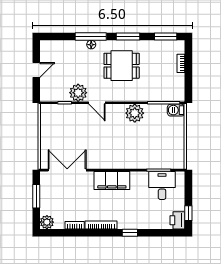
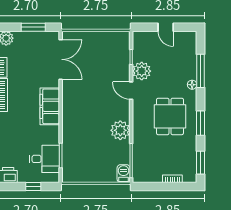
window: (91, 37) -> (201, 71), moved
door: (97, 103) -> (131, 91), hinge flipped
window: (188, 213) -> (33, 186), moved

